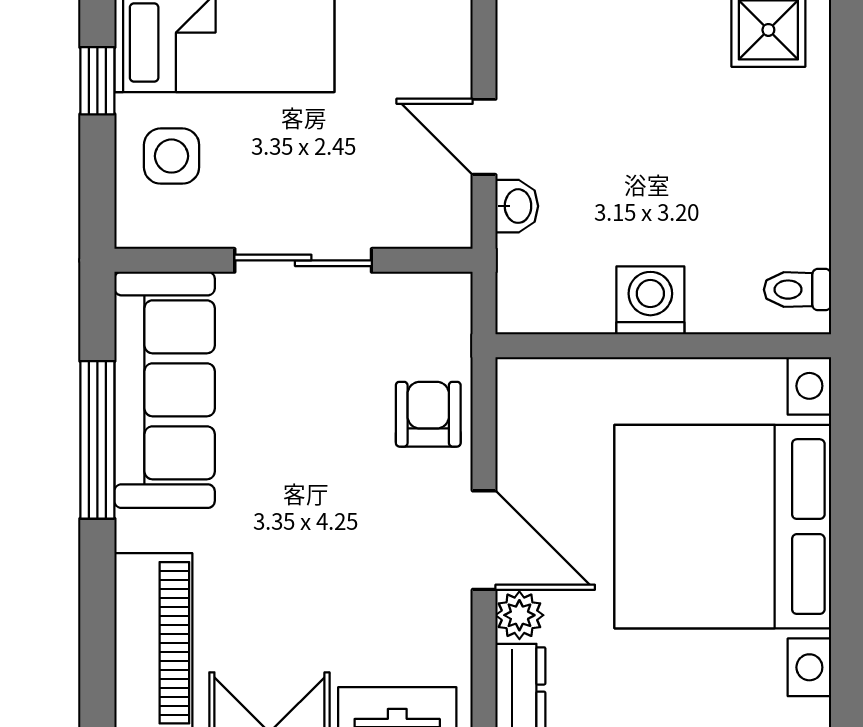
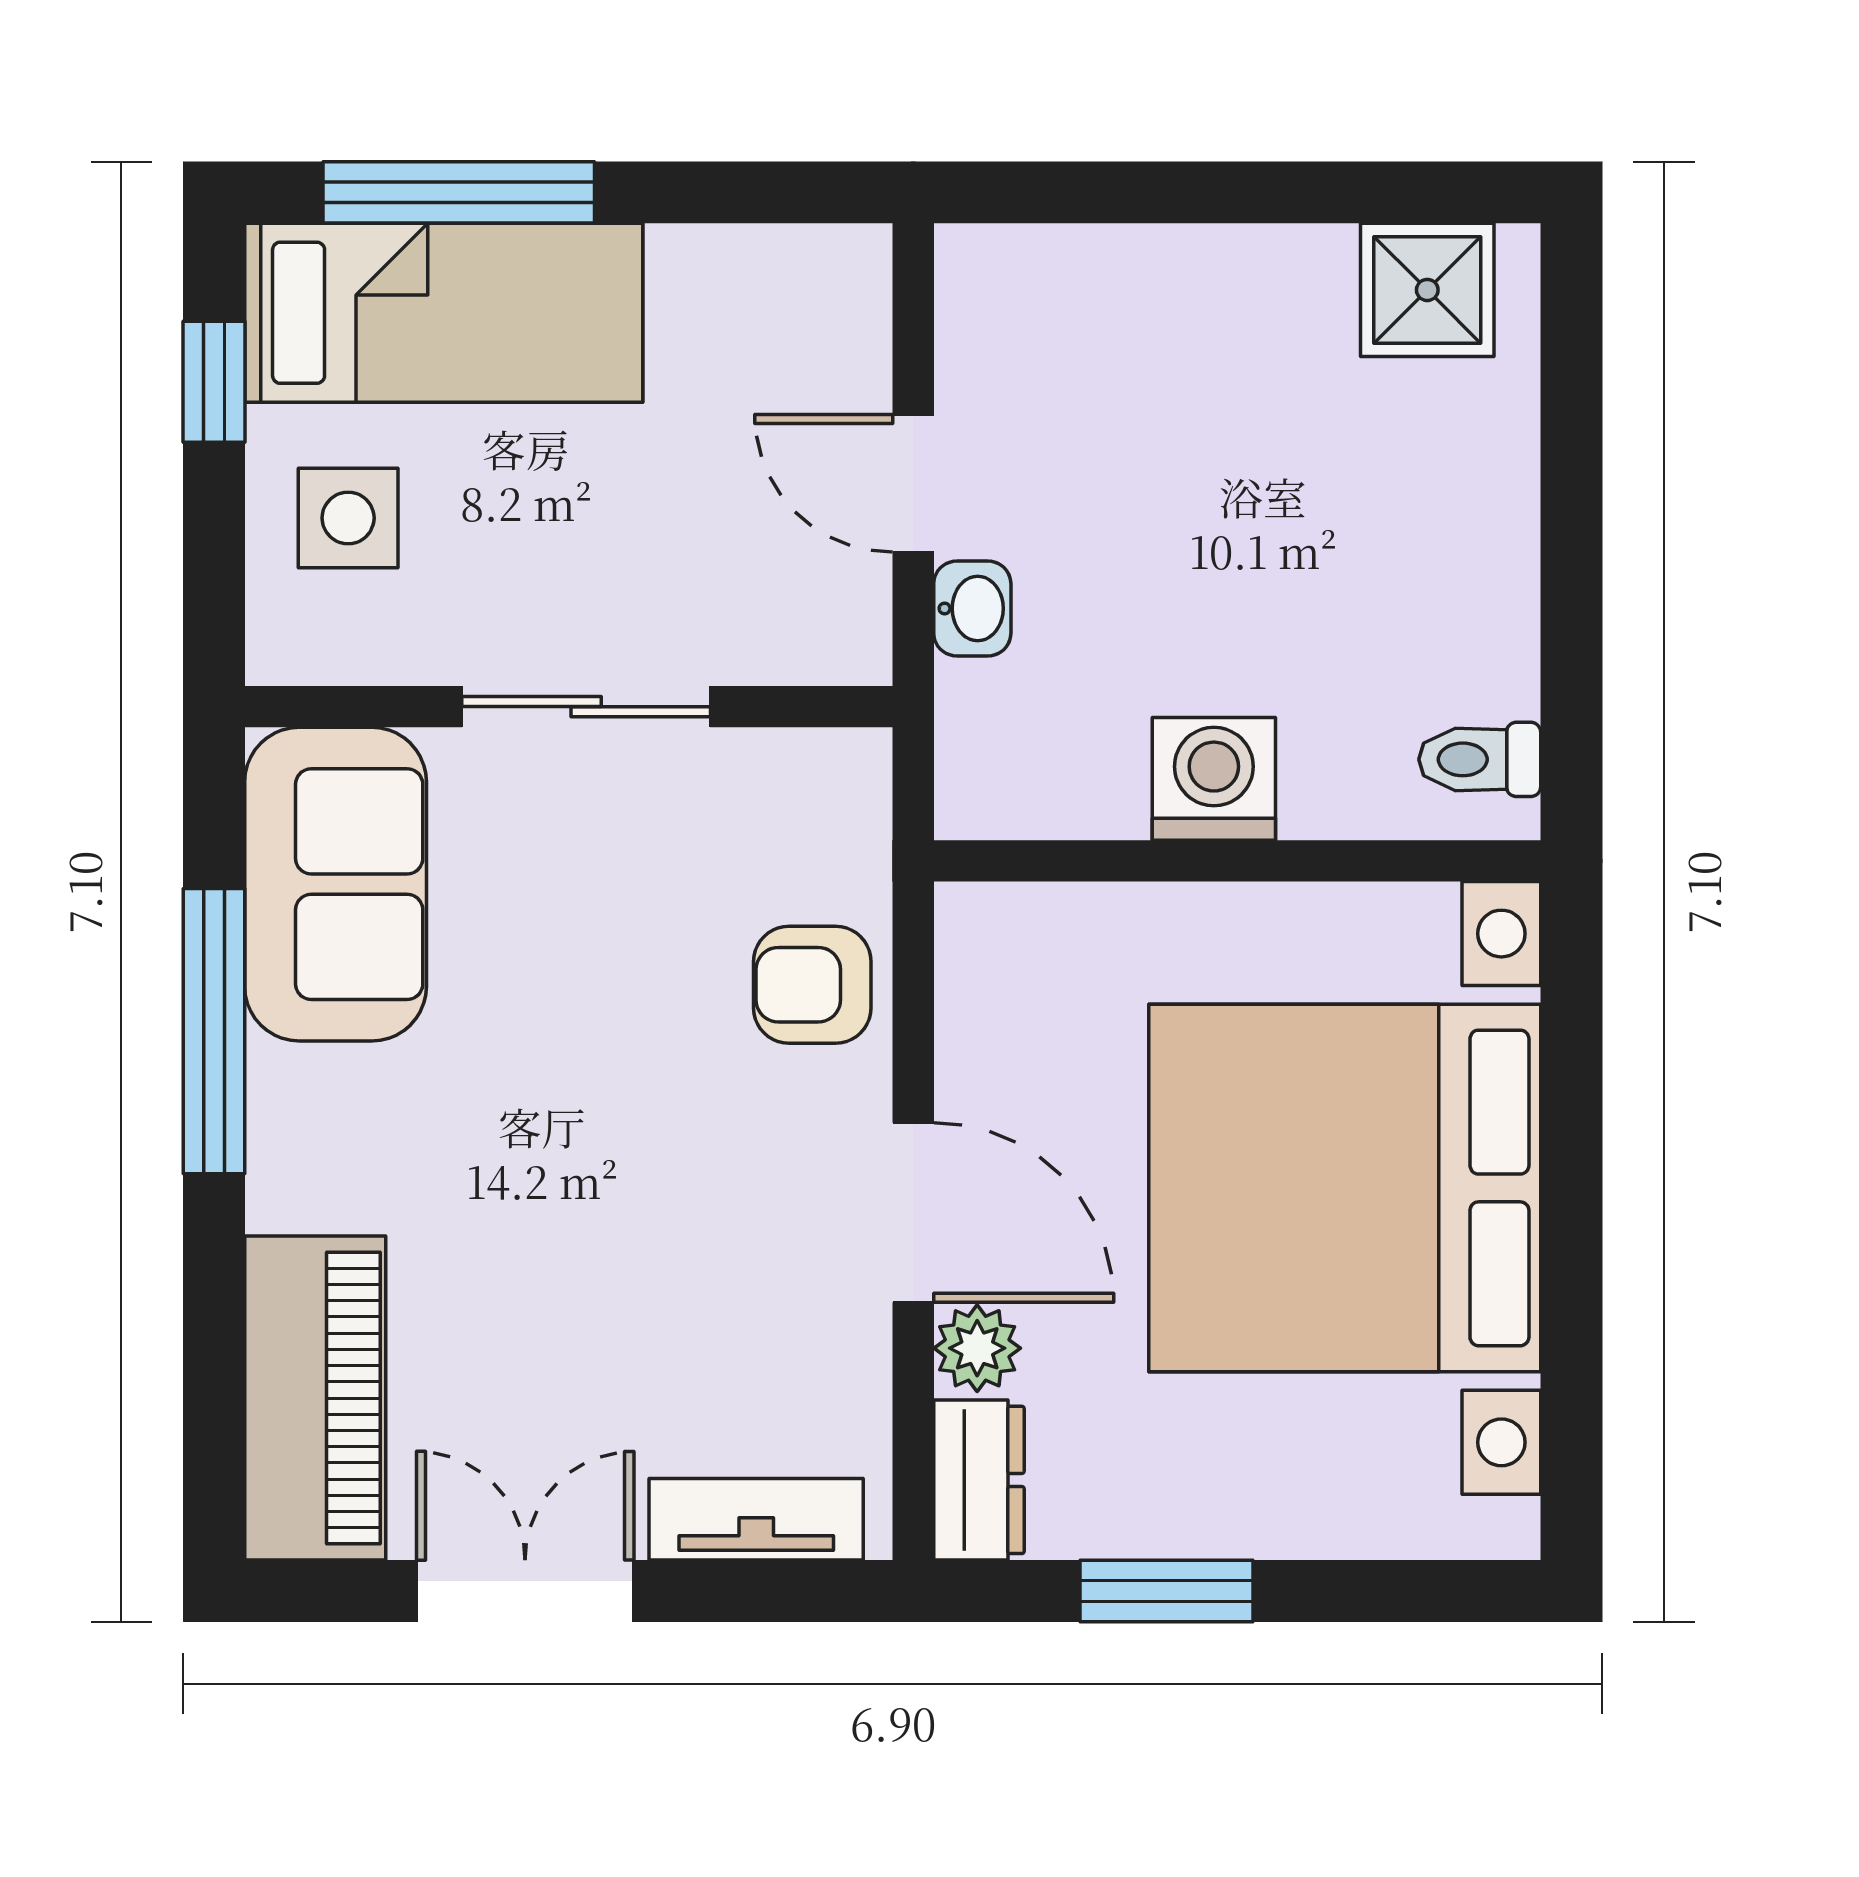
sofa: (165, 390) -> (336, 884), width x0.73
armchair: (428, 414) -> (812, 985), turned -90

